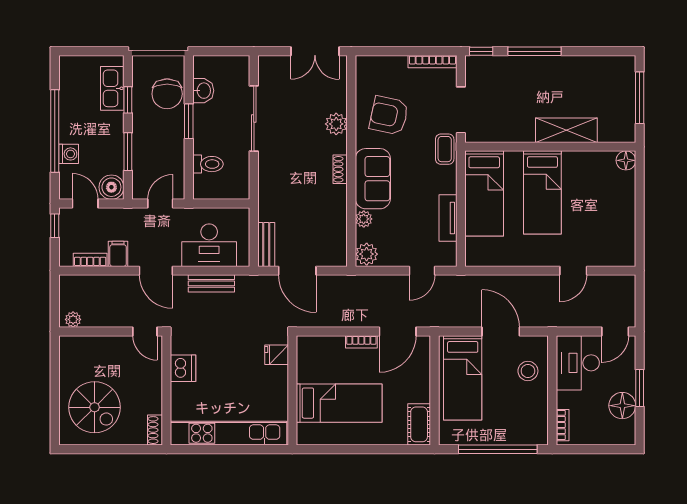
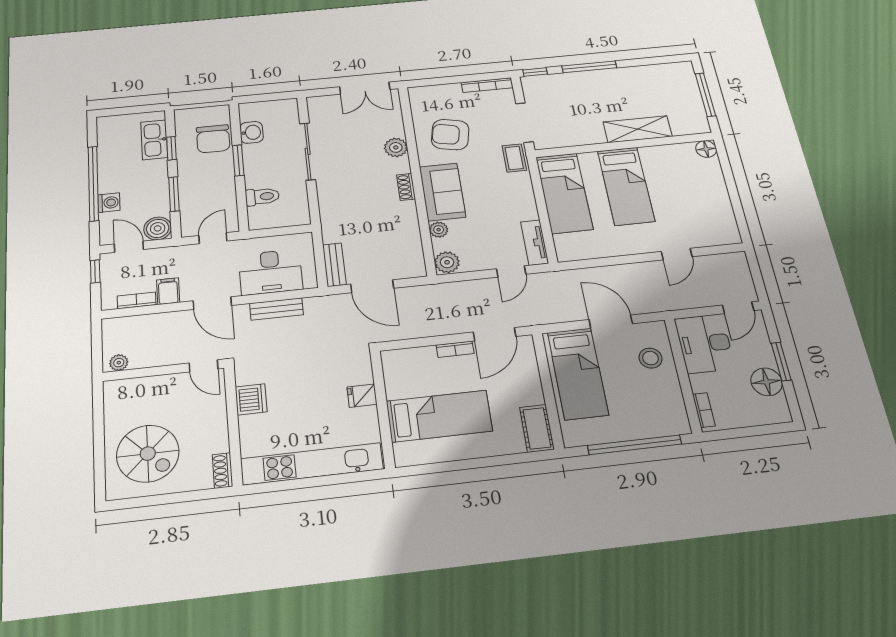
tv unit: (448, 218) -> (535, 243), moved
fridge: (277, 355) -> (362, 396), moved

